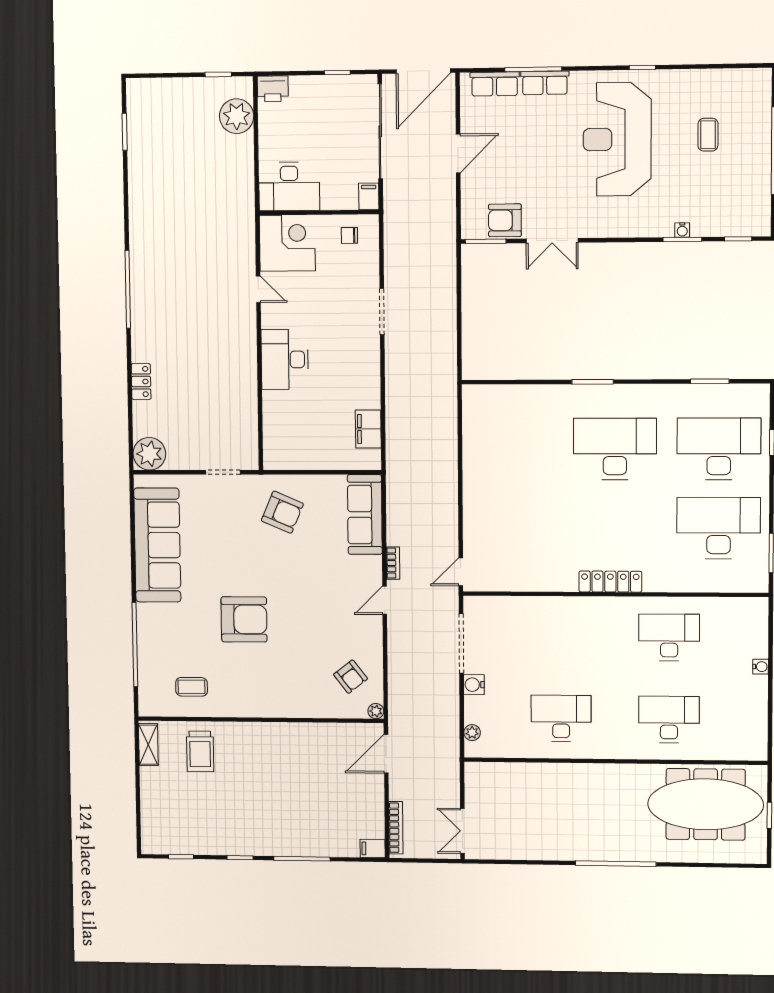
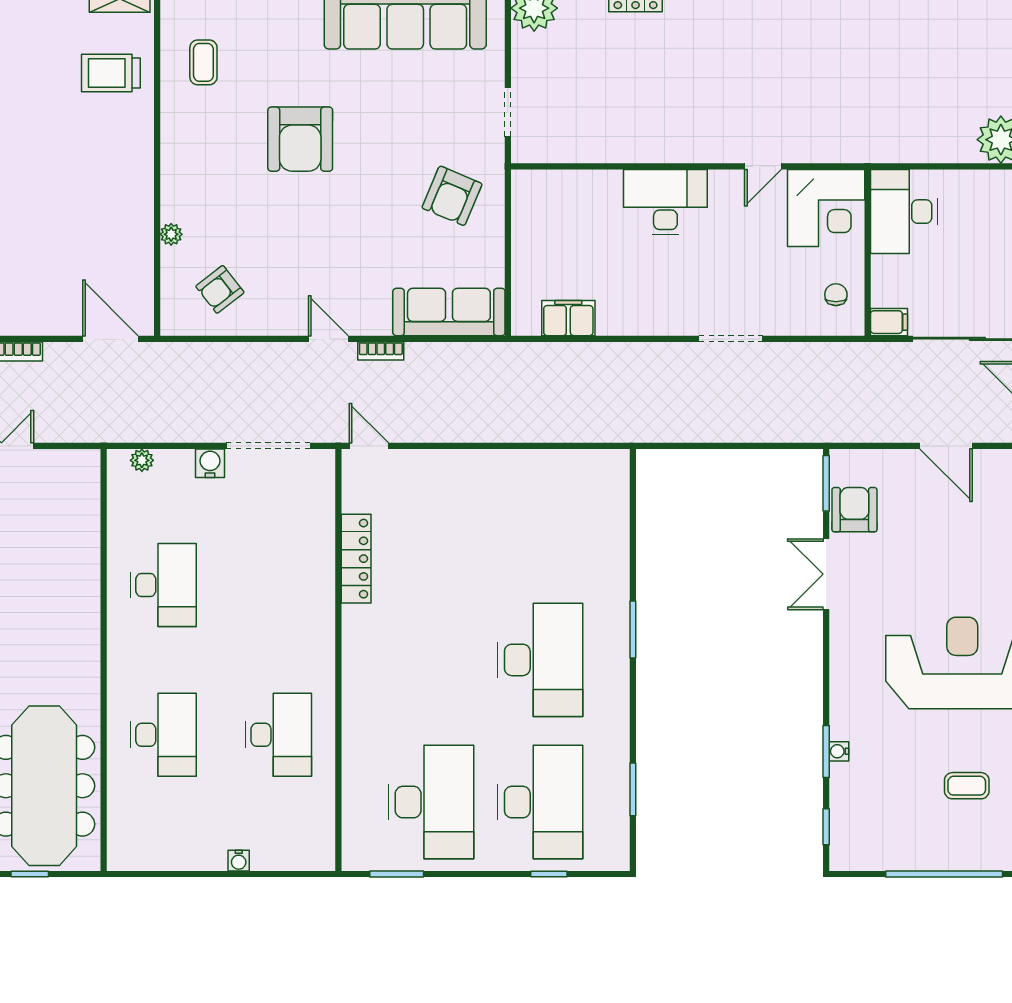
locker: (610, 582) -> (356, 559), moved
plant: (376, 711) -> (171, 234), moved

